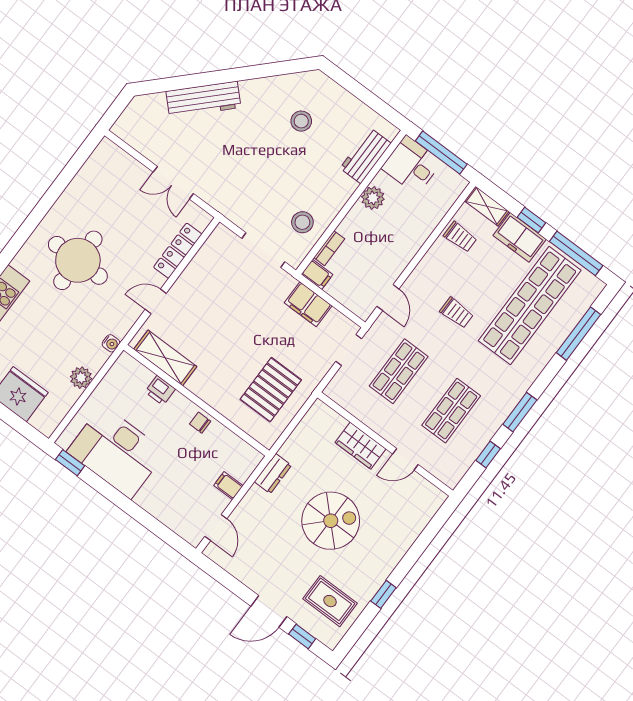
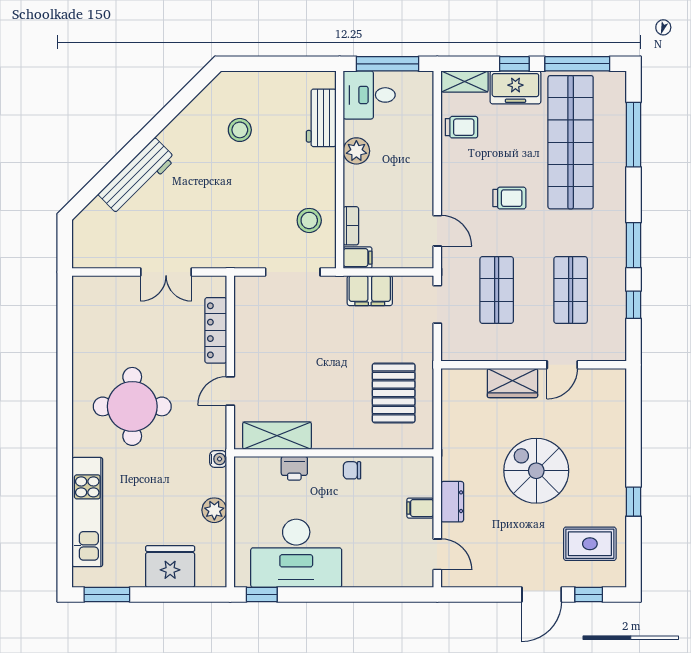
dresser: (273, 474) -> (452, 502), moved
spiral stairs: (331, 521) -> (536, 471), turned -90

